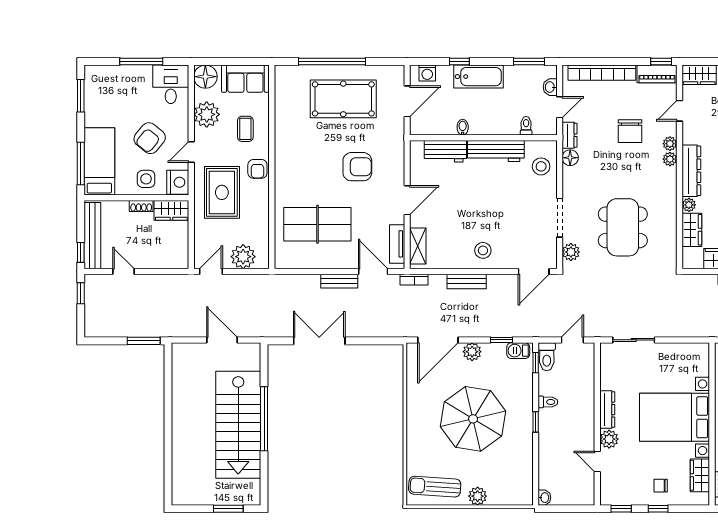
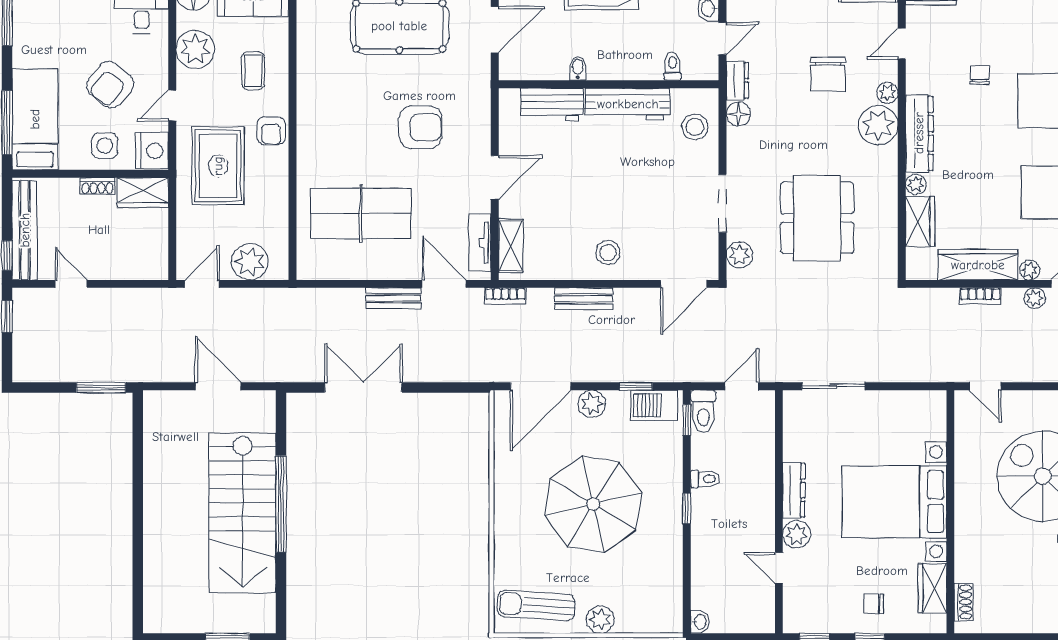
plant: (670, 159) -> (878, 125), width x1.87, depth x1.87
barbecue: (518, 351) -> (654, 405), width x1.38, depth x1.27

